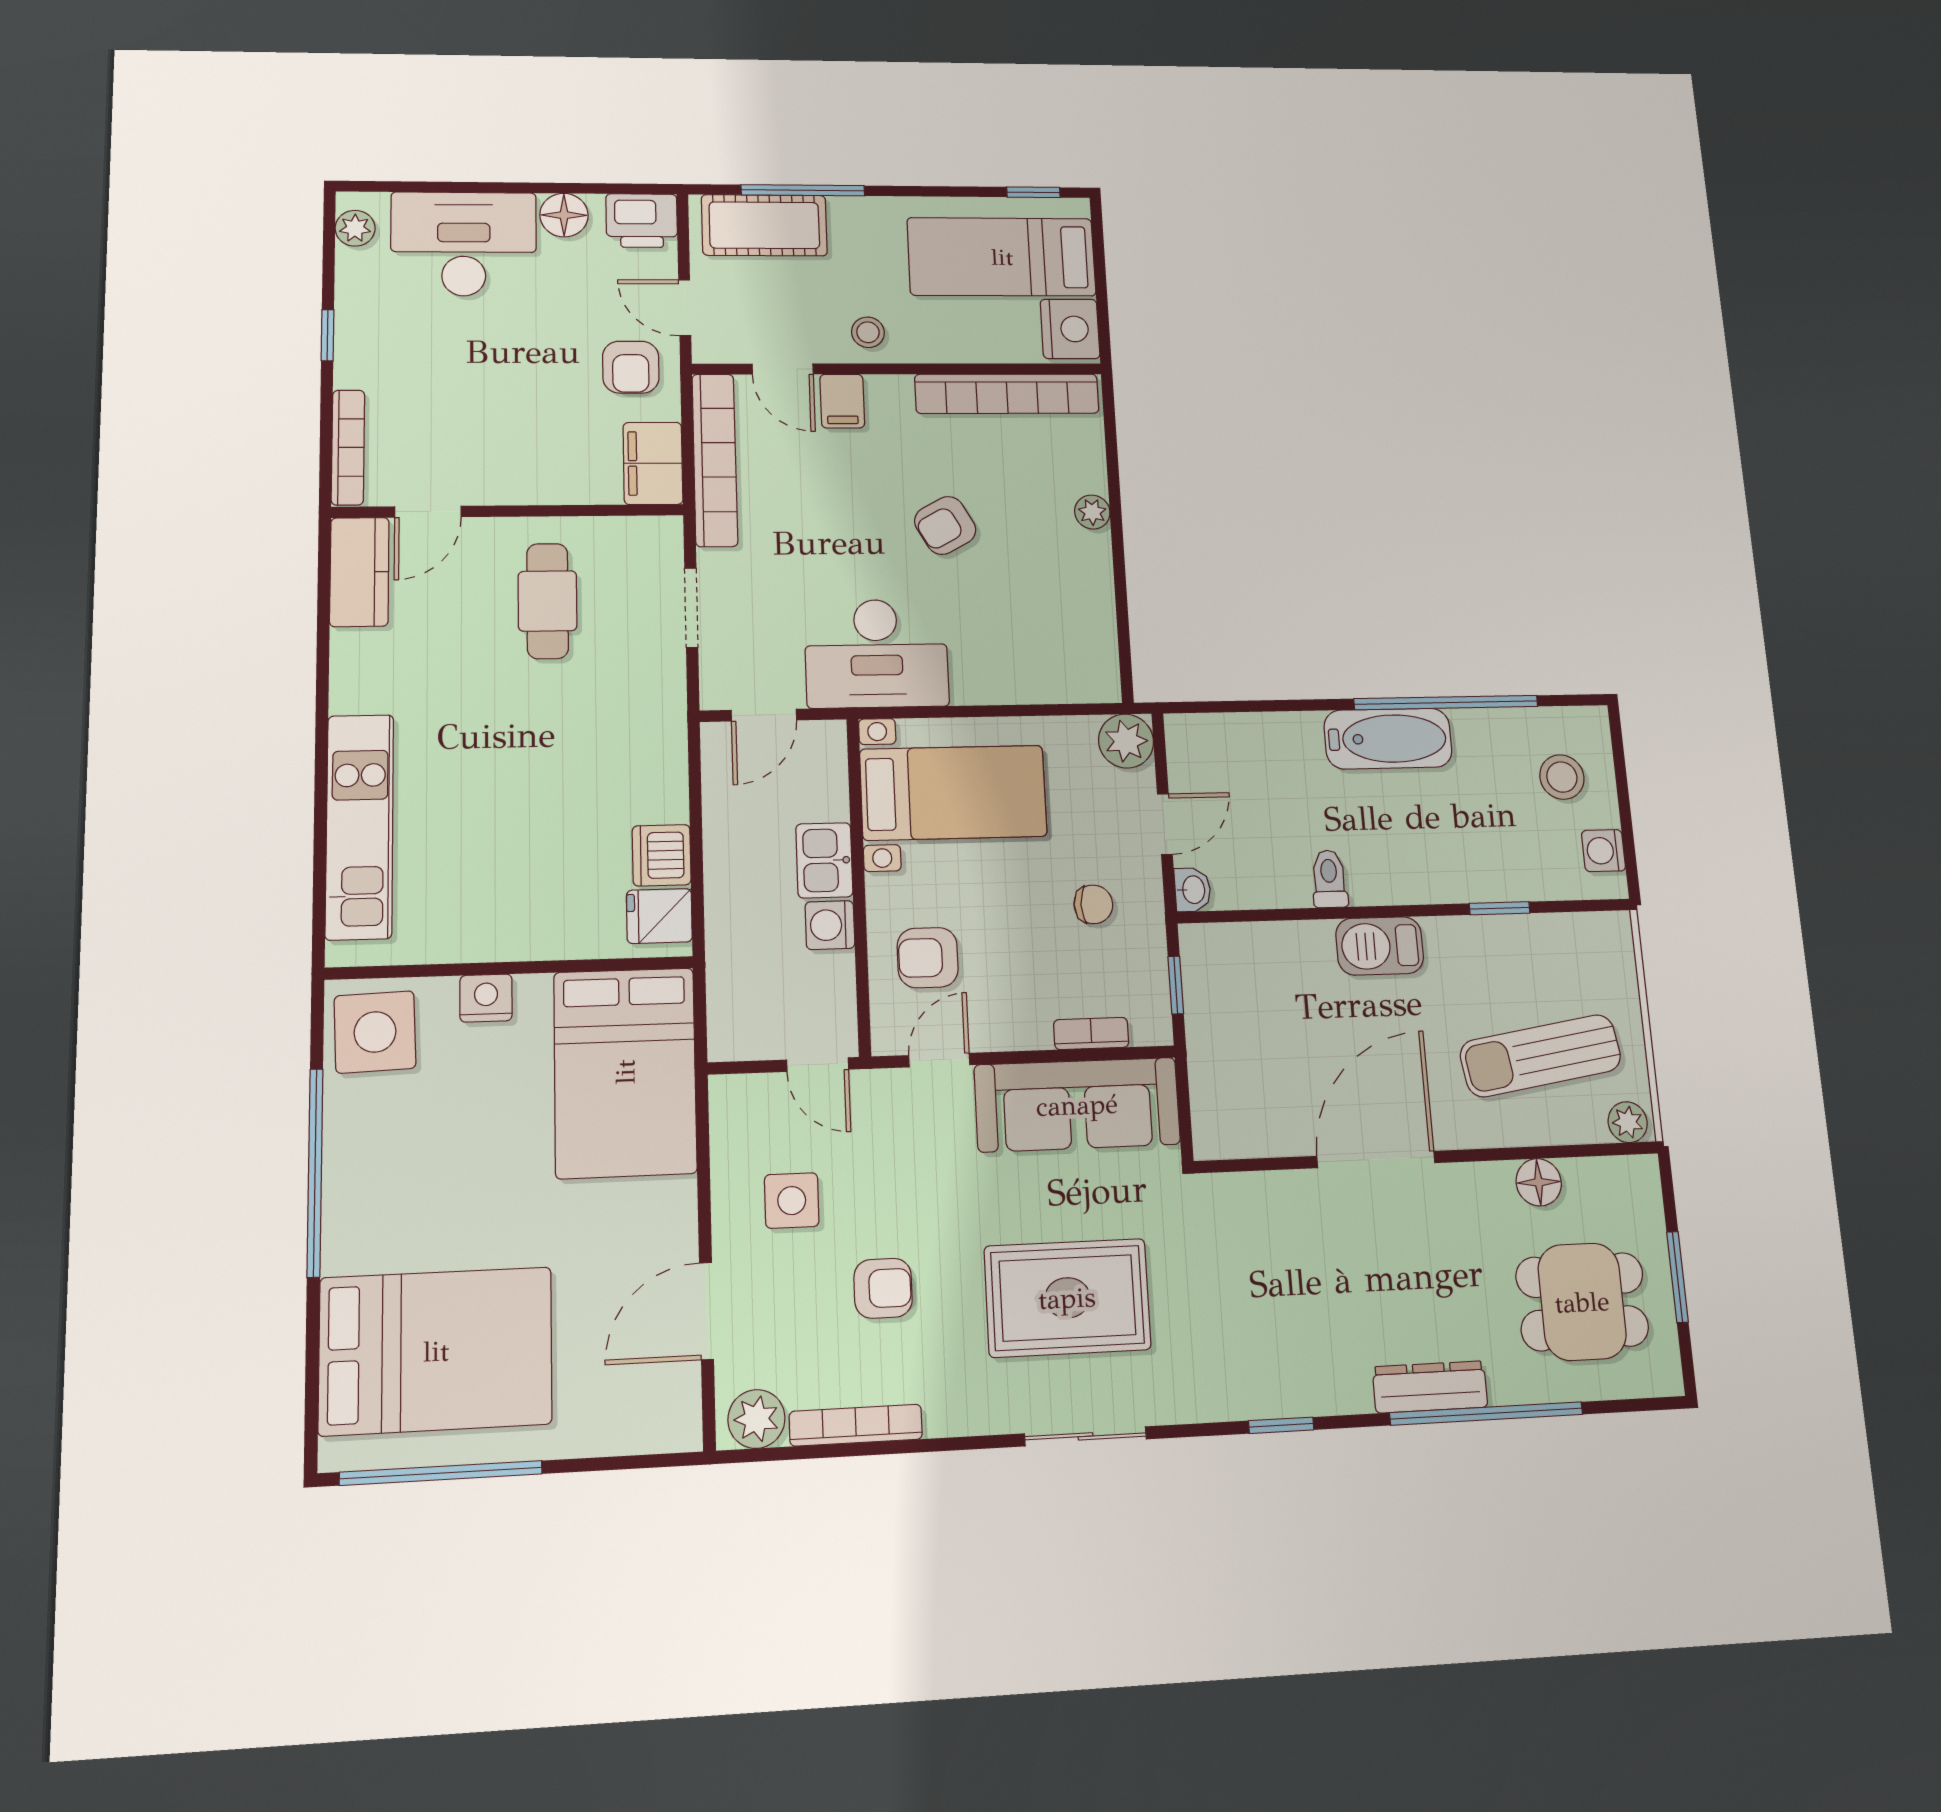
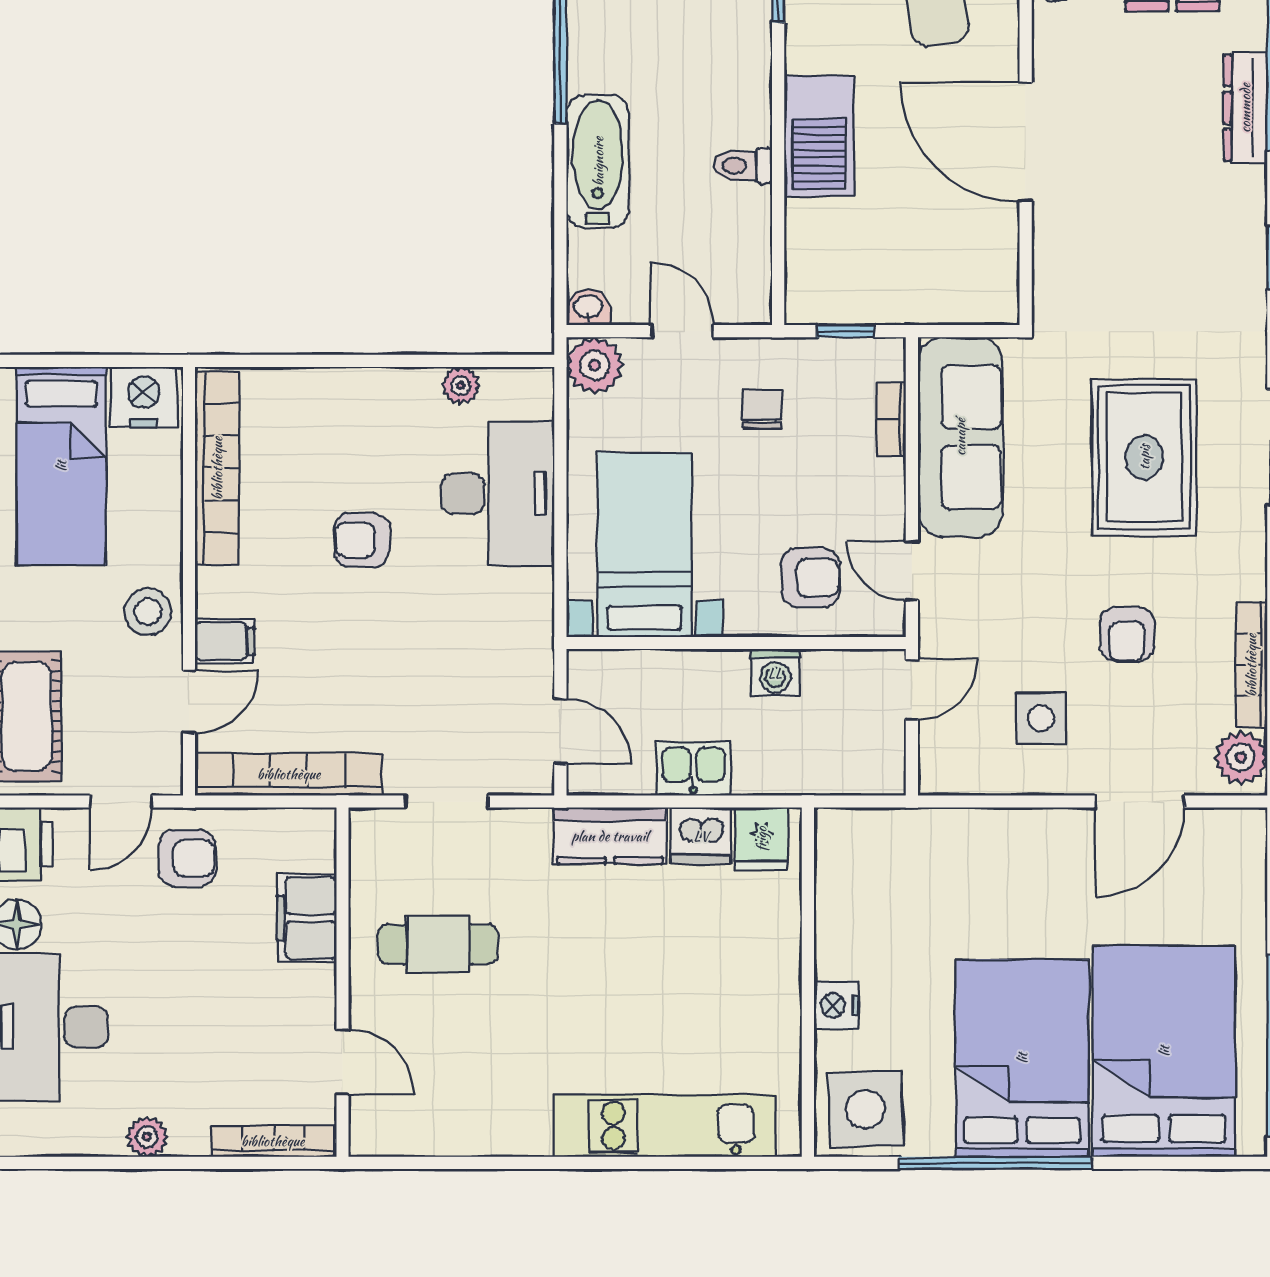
plant: (355, 228) -> (147, 1137), moved
stool: (868, 332) -> (148, 612), width x1.37, depth x1.37
window: (328, 335) -> (152, 1163), removed
filing cabinet: (653, 463) -> (307, 918), moved, turned 90
plant: (1092, 512) -> (461, 385), moved
armchair: (945, 525) -> (362, 540), turned 119
kitchen counter: (359, 572) -> (610, 836), moved, turned 180
desk: (876, 653) -> (498, 494), moved
bathtub: (1388, 739) -> (598, 161), moved
kitchen sink: (824, 860) -> (693, 768), moved, turned 180
washbasin: (1193, 890) -> (588, 307), moved
barbecue: (1380, 946) -> (819, 136), width x1.37, depth x1.21
armchair: (928, 958) -> (811, 578), turned -90
bed: (625, 1072) -> (1022, 1058), moved, turned -90
armchair: (883, 1288) -> (1127, 634), turned 180
door: (707, 1311) -> (1140, 801), hinge flipped

